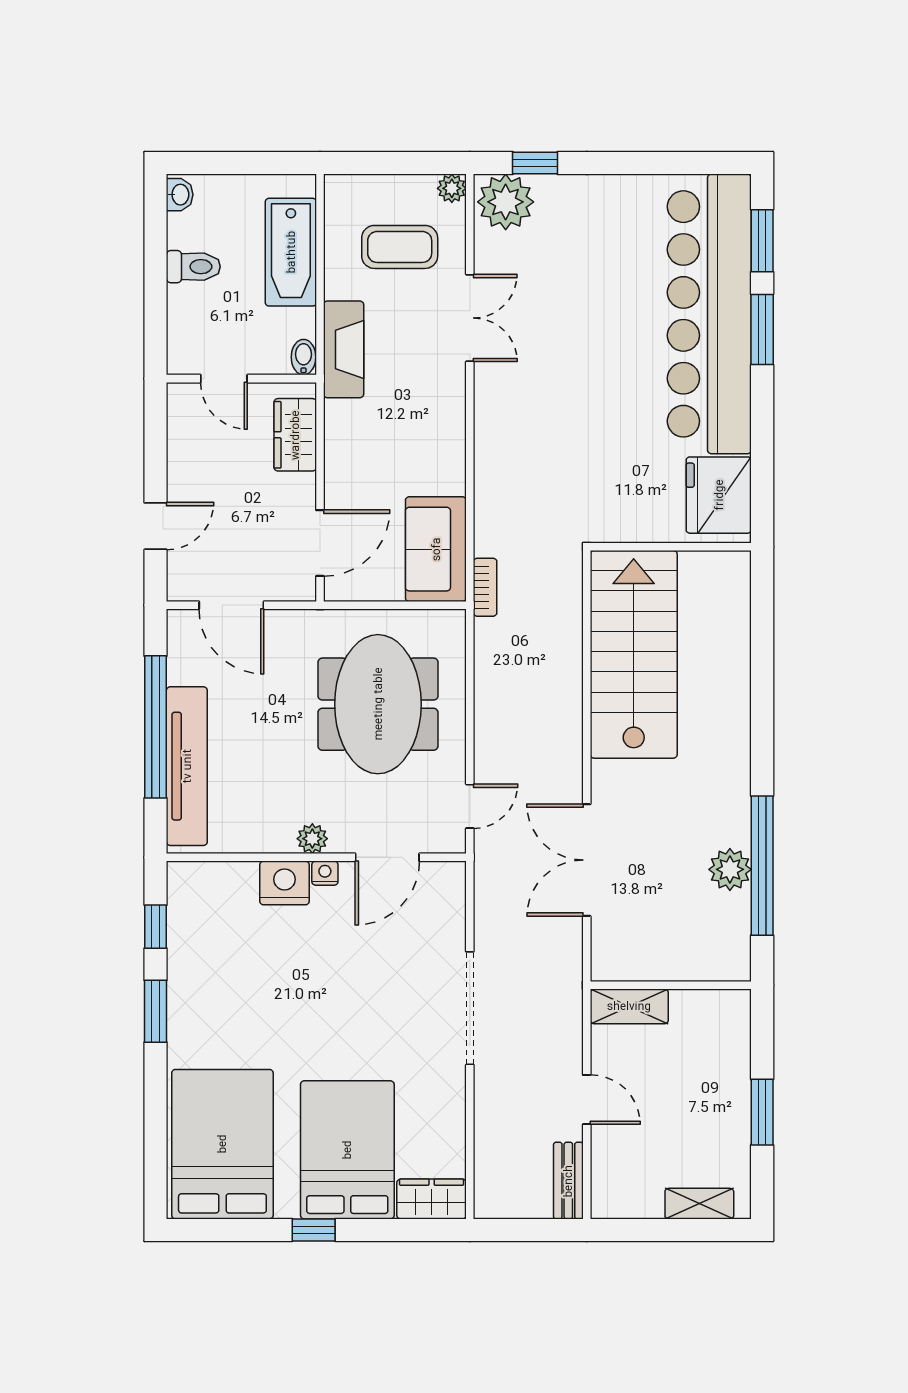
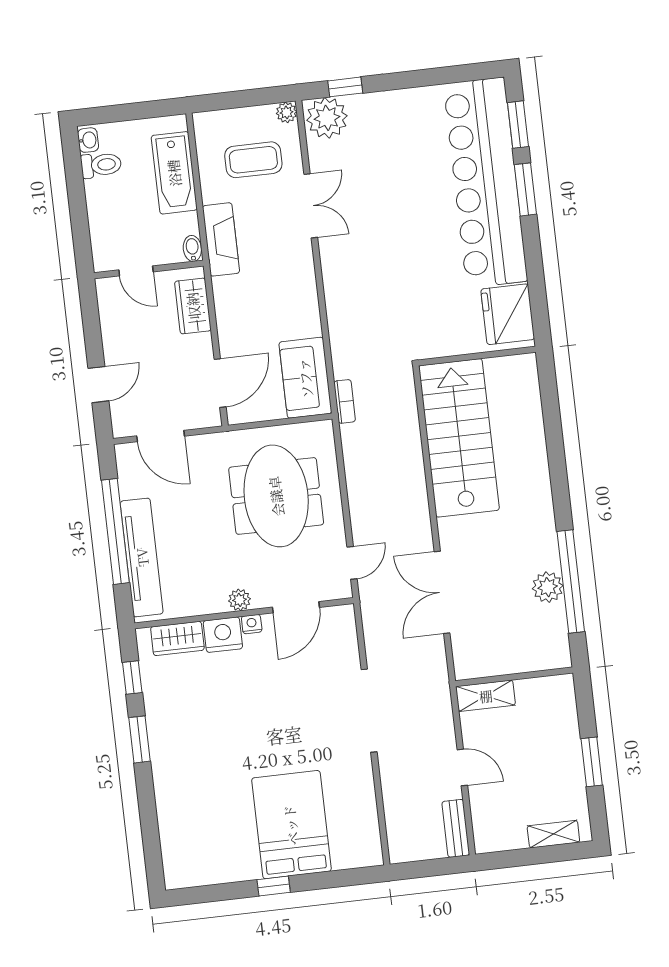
toilet: (193, 267) -> (101, 165), moved
bed: (222, 1144) -> (200, 831), removed
wardrobe: (432, 1199) -> (177, 638), moved, turned 180

